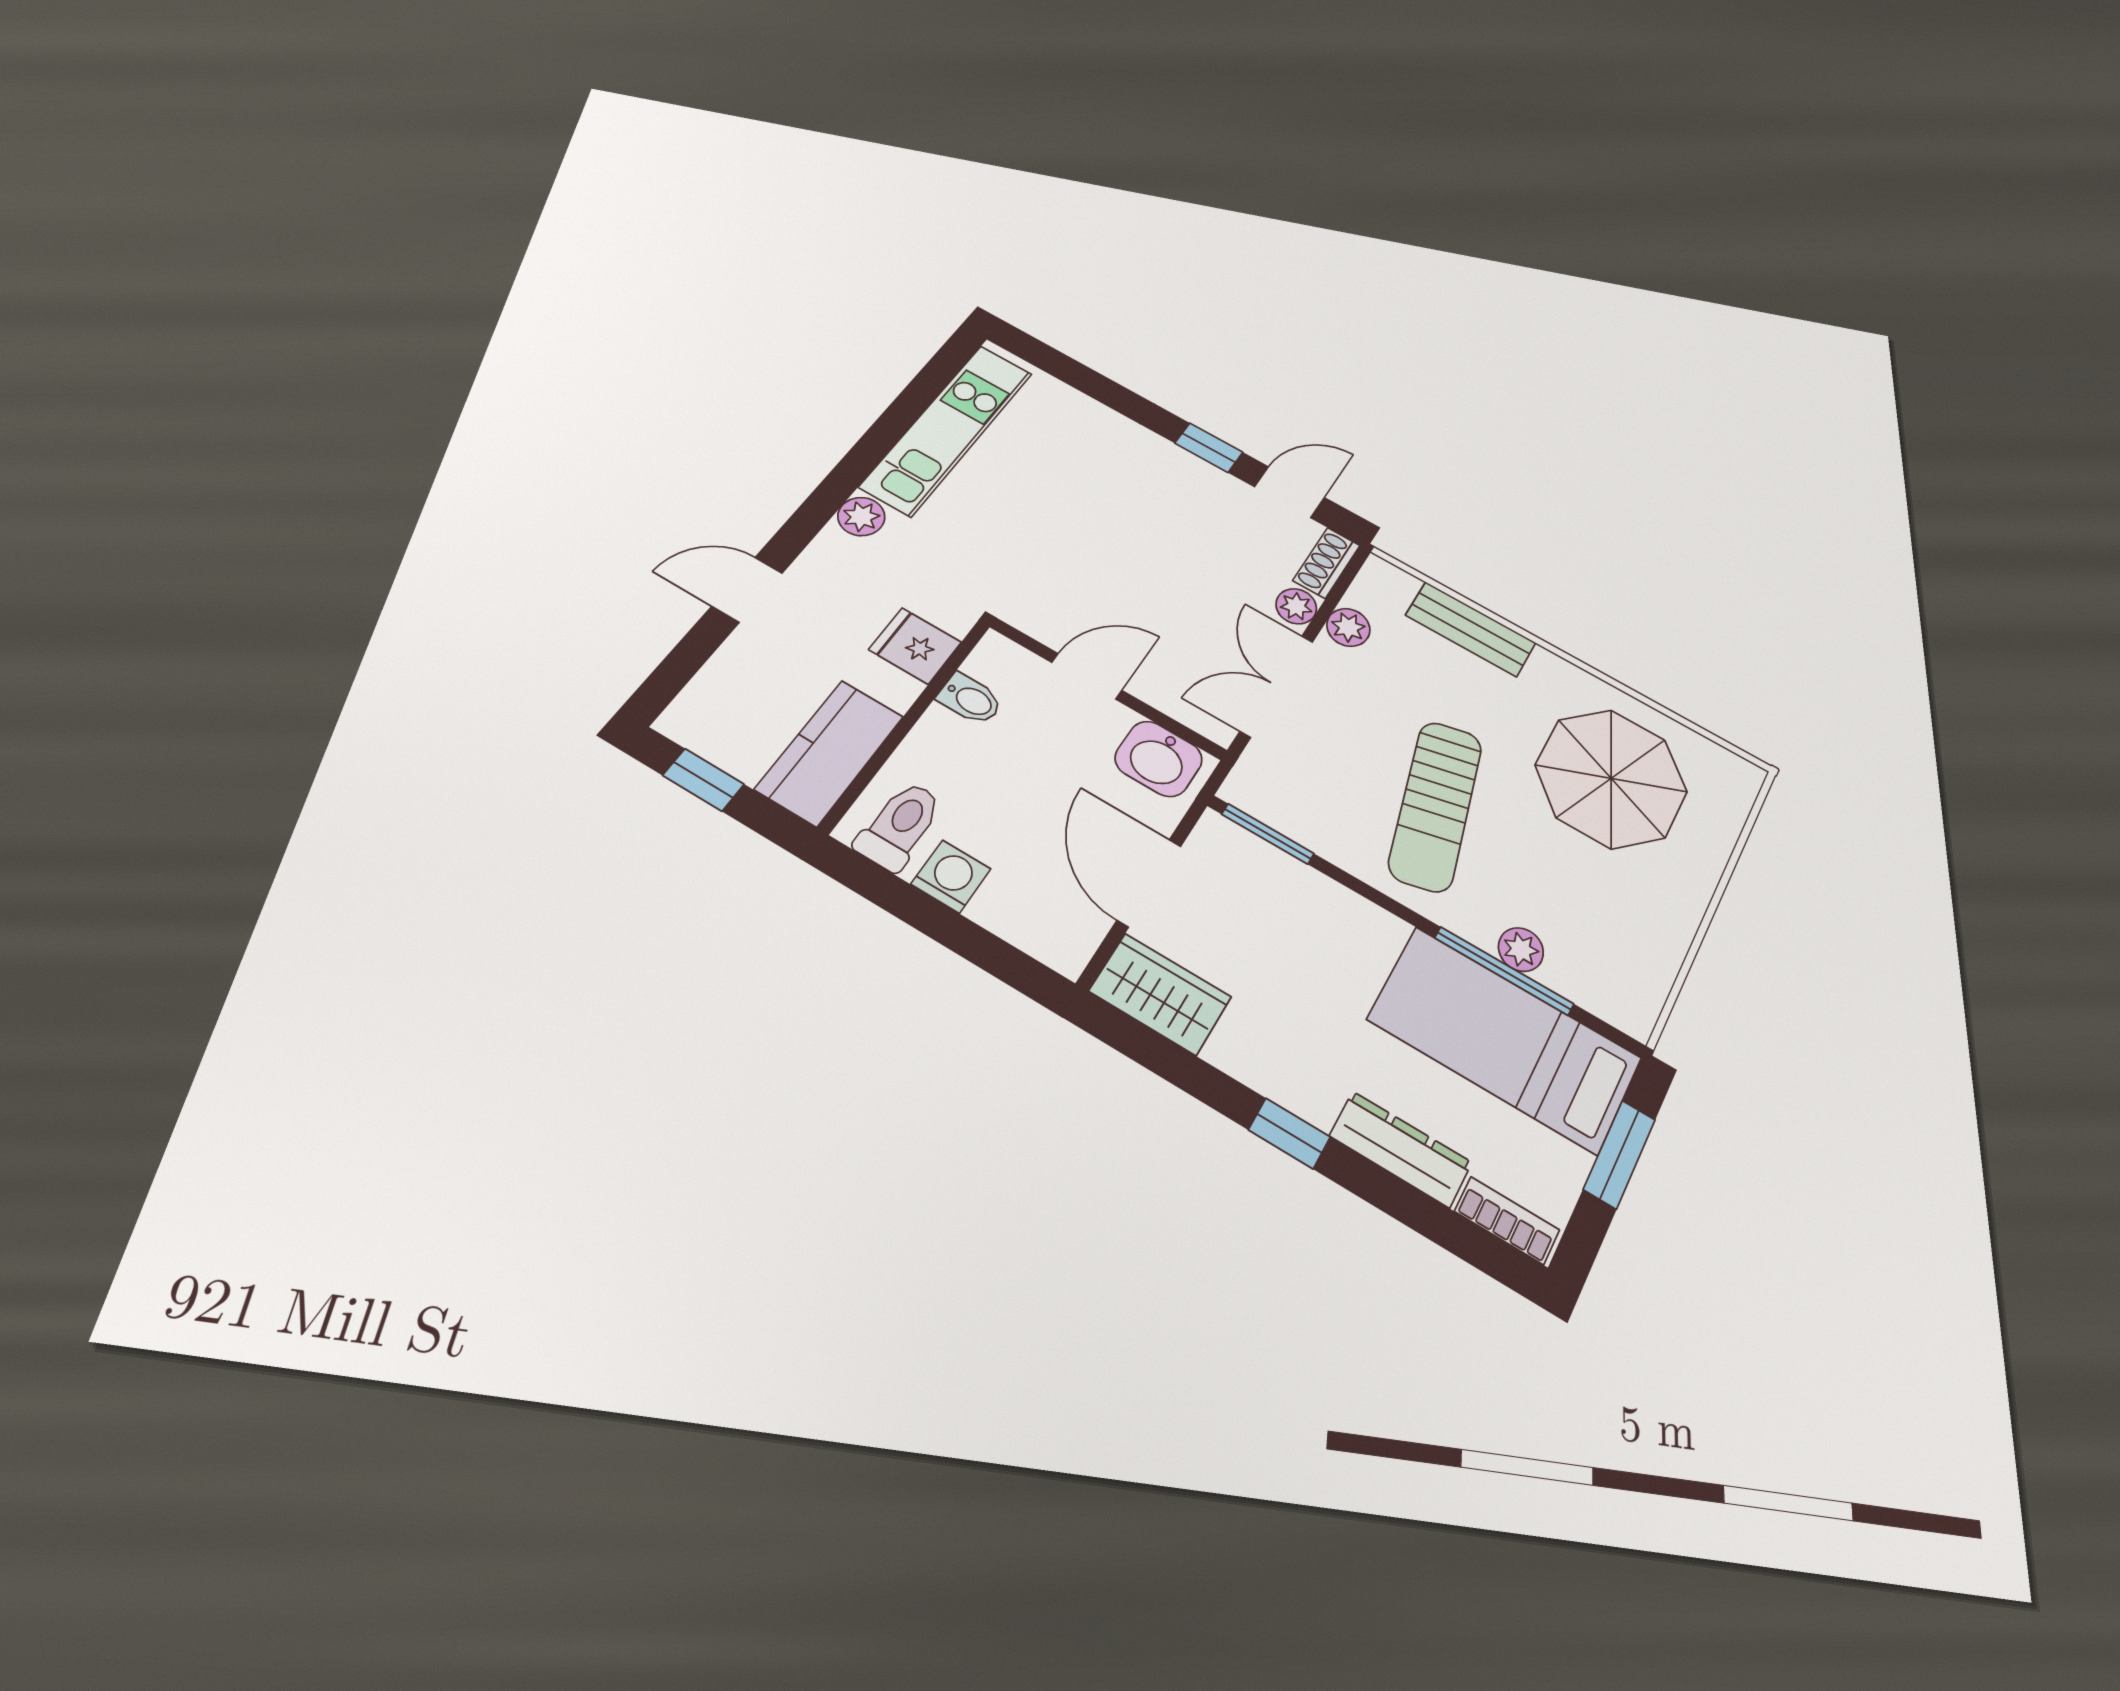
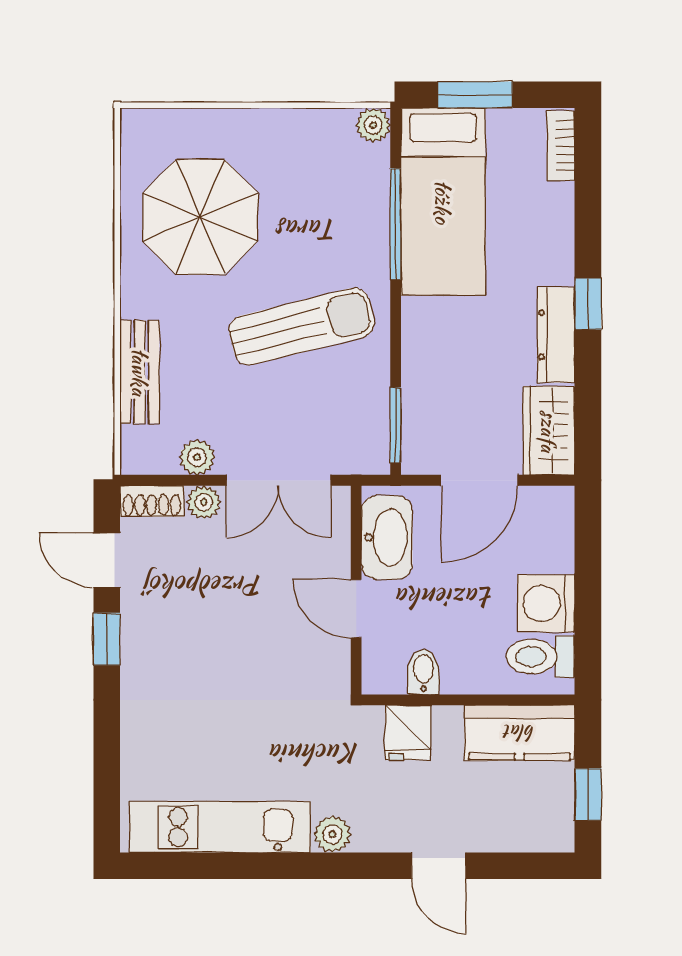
washbasin: (1159, 759) -> (387, 537), width x1.38
washing machine: (951, 876) -> (546, 604), width x1.38, depth x1.38
plant: (1521, 950) -> (373, 125), moved
dresser: (1401, 1149) -> (556, 335), moved

